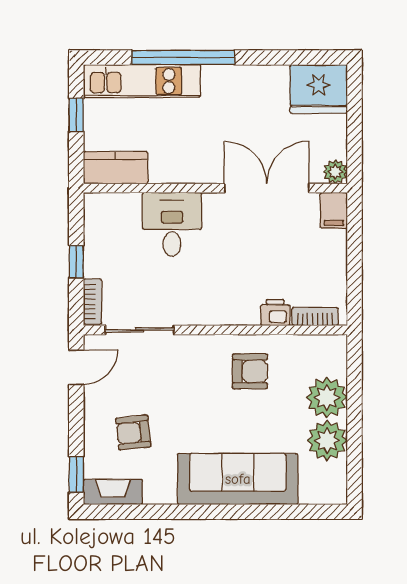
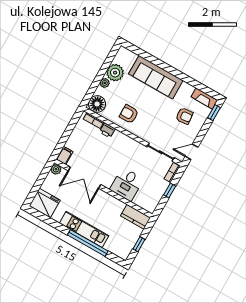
kitchen unit: (142, 81) -> (84, 229), moved
floor lamp: (327, 355) -> (97, 104), added
plant: (327, 397) -> (105, 83), width x0.53, depth x0.53

